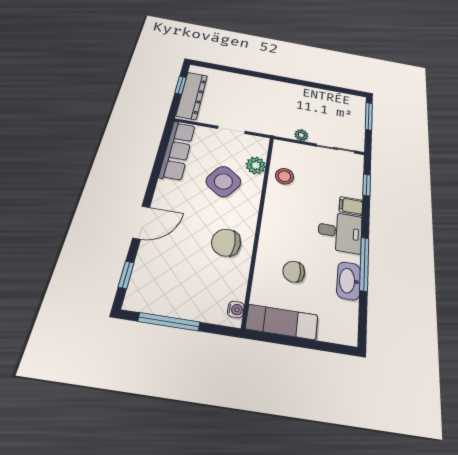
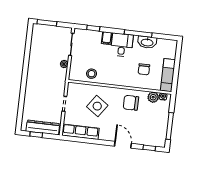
plant: (256, 165) -> (153, 97), moved
chair: (226, 243) -> (131, 103), turned 90

